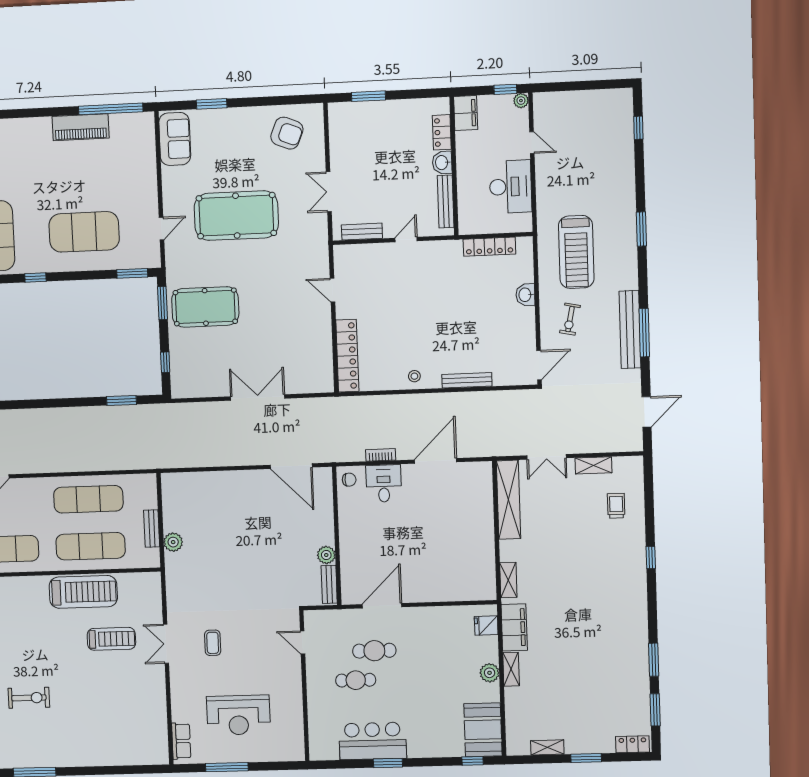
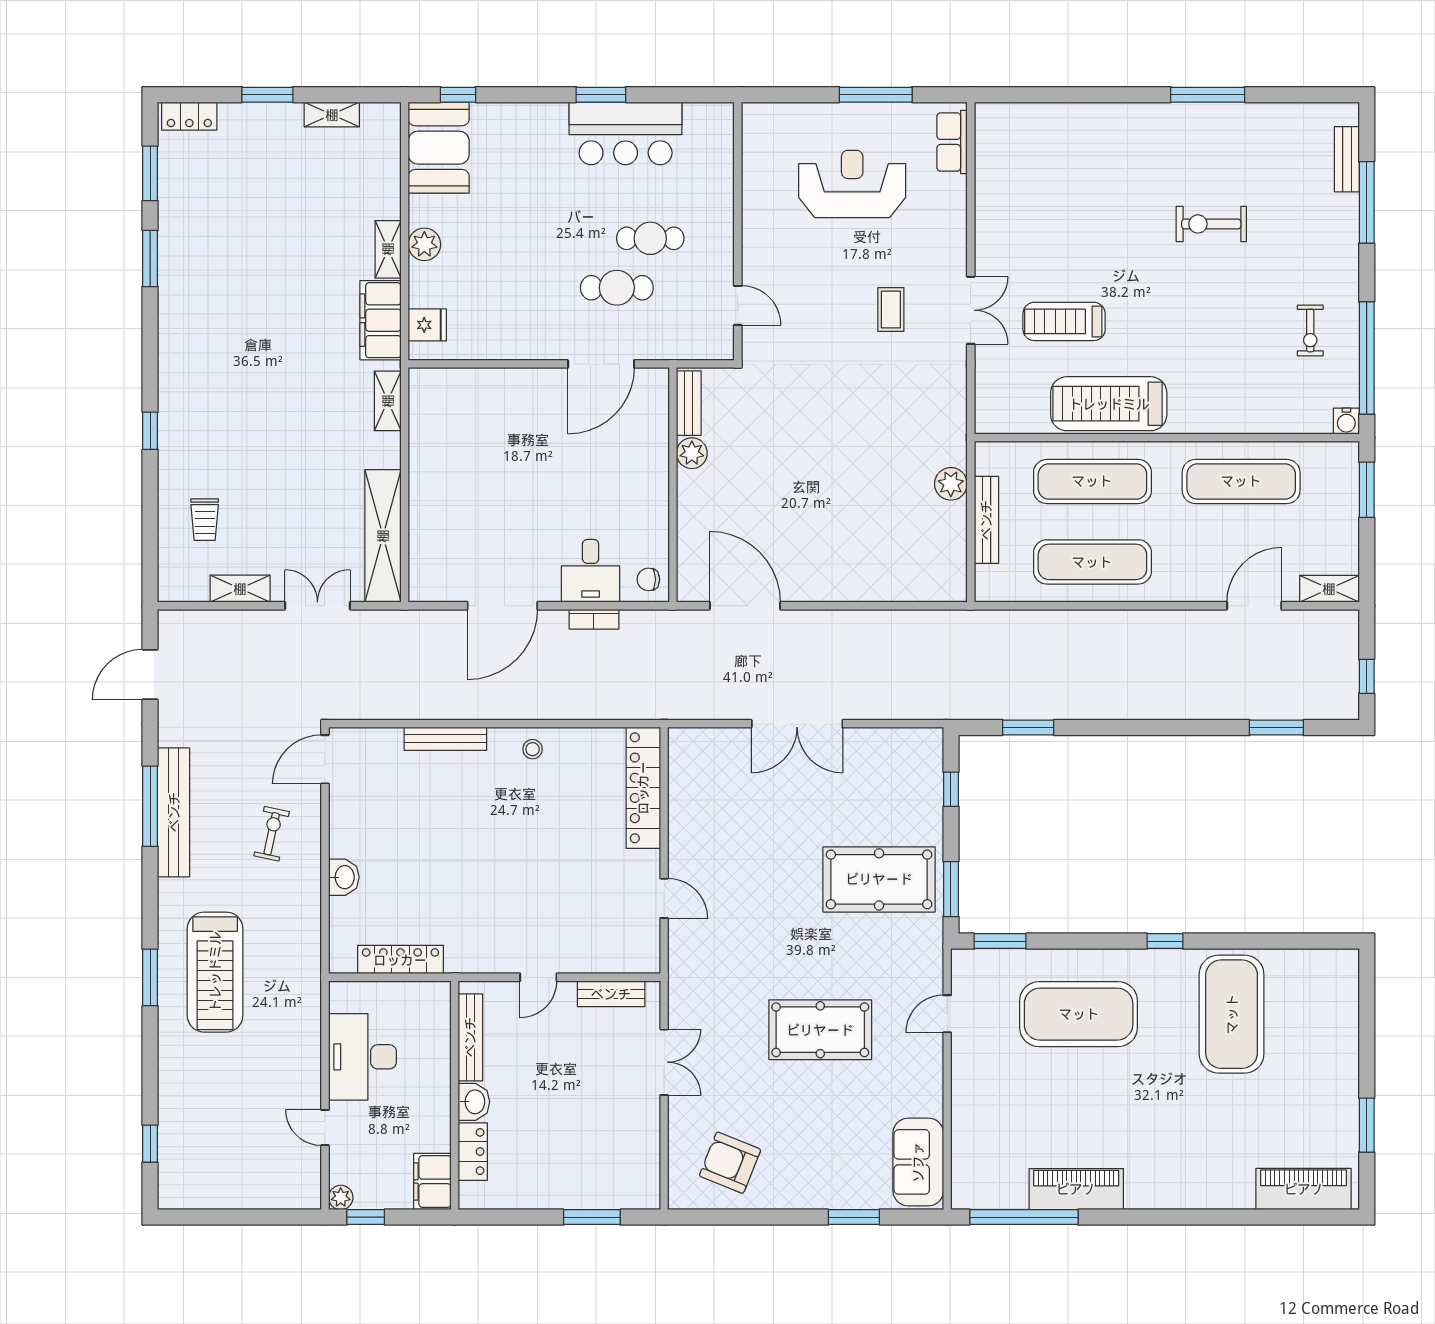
pool table: (236, 216) -> (820, 1030), width x0.73, depth x0.76
treadmill: (576, 252) -> (215, 972), moved, turned 180
bench: (152, 529) -> (986, 520), width x1.36

